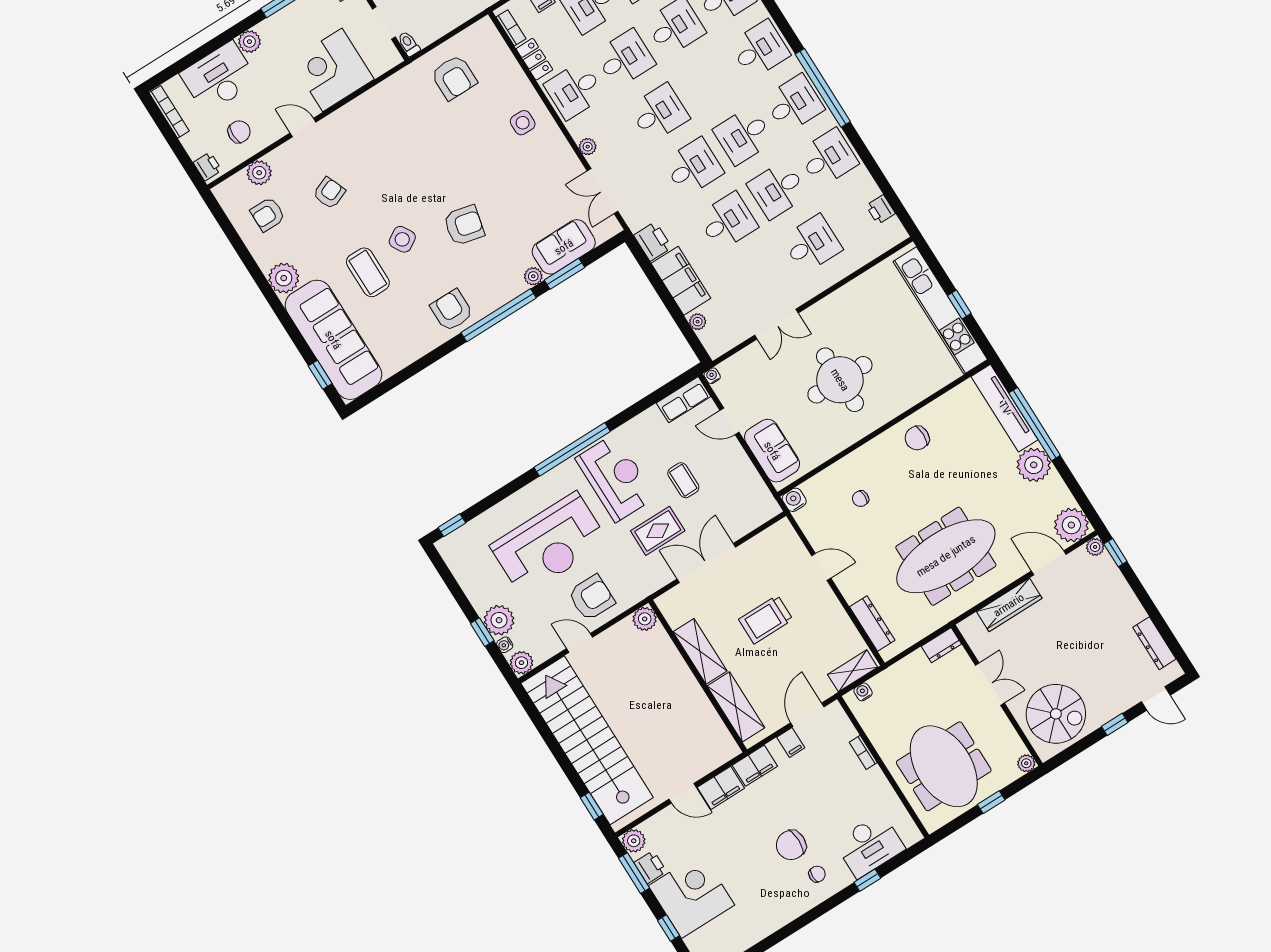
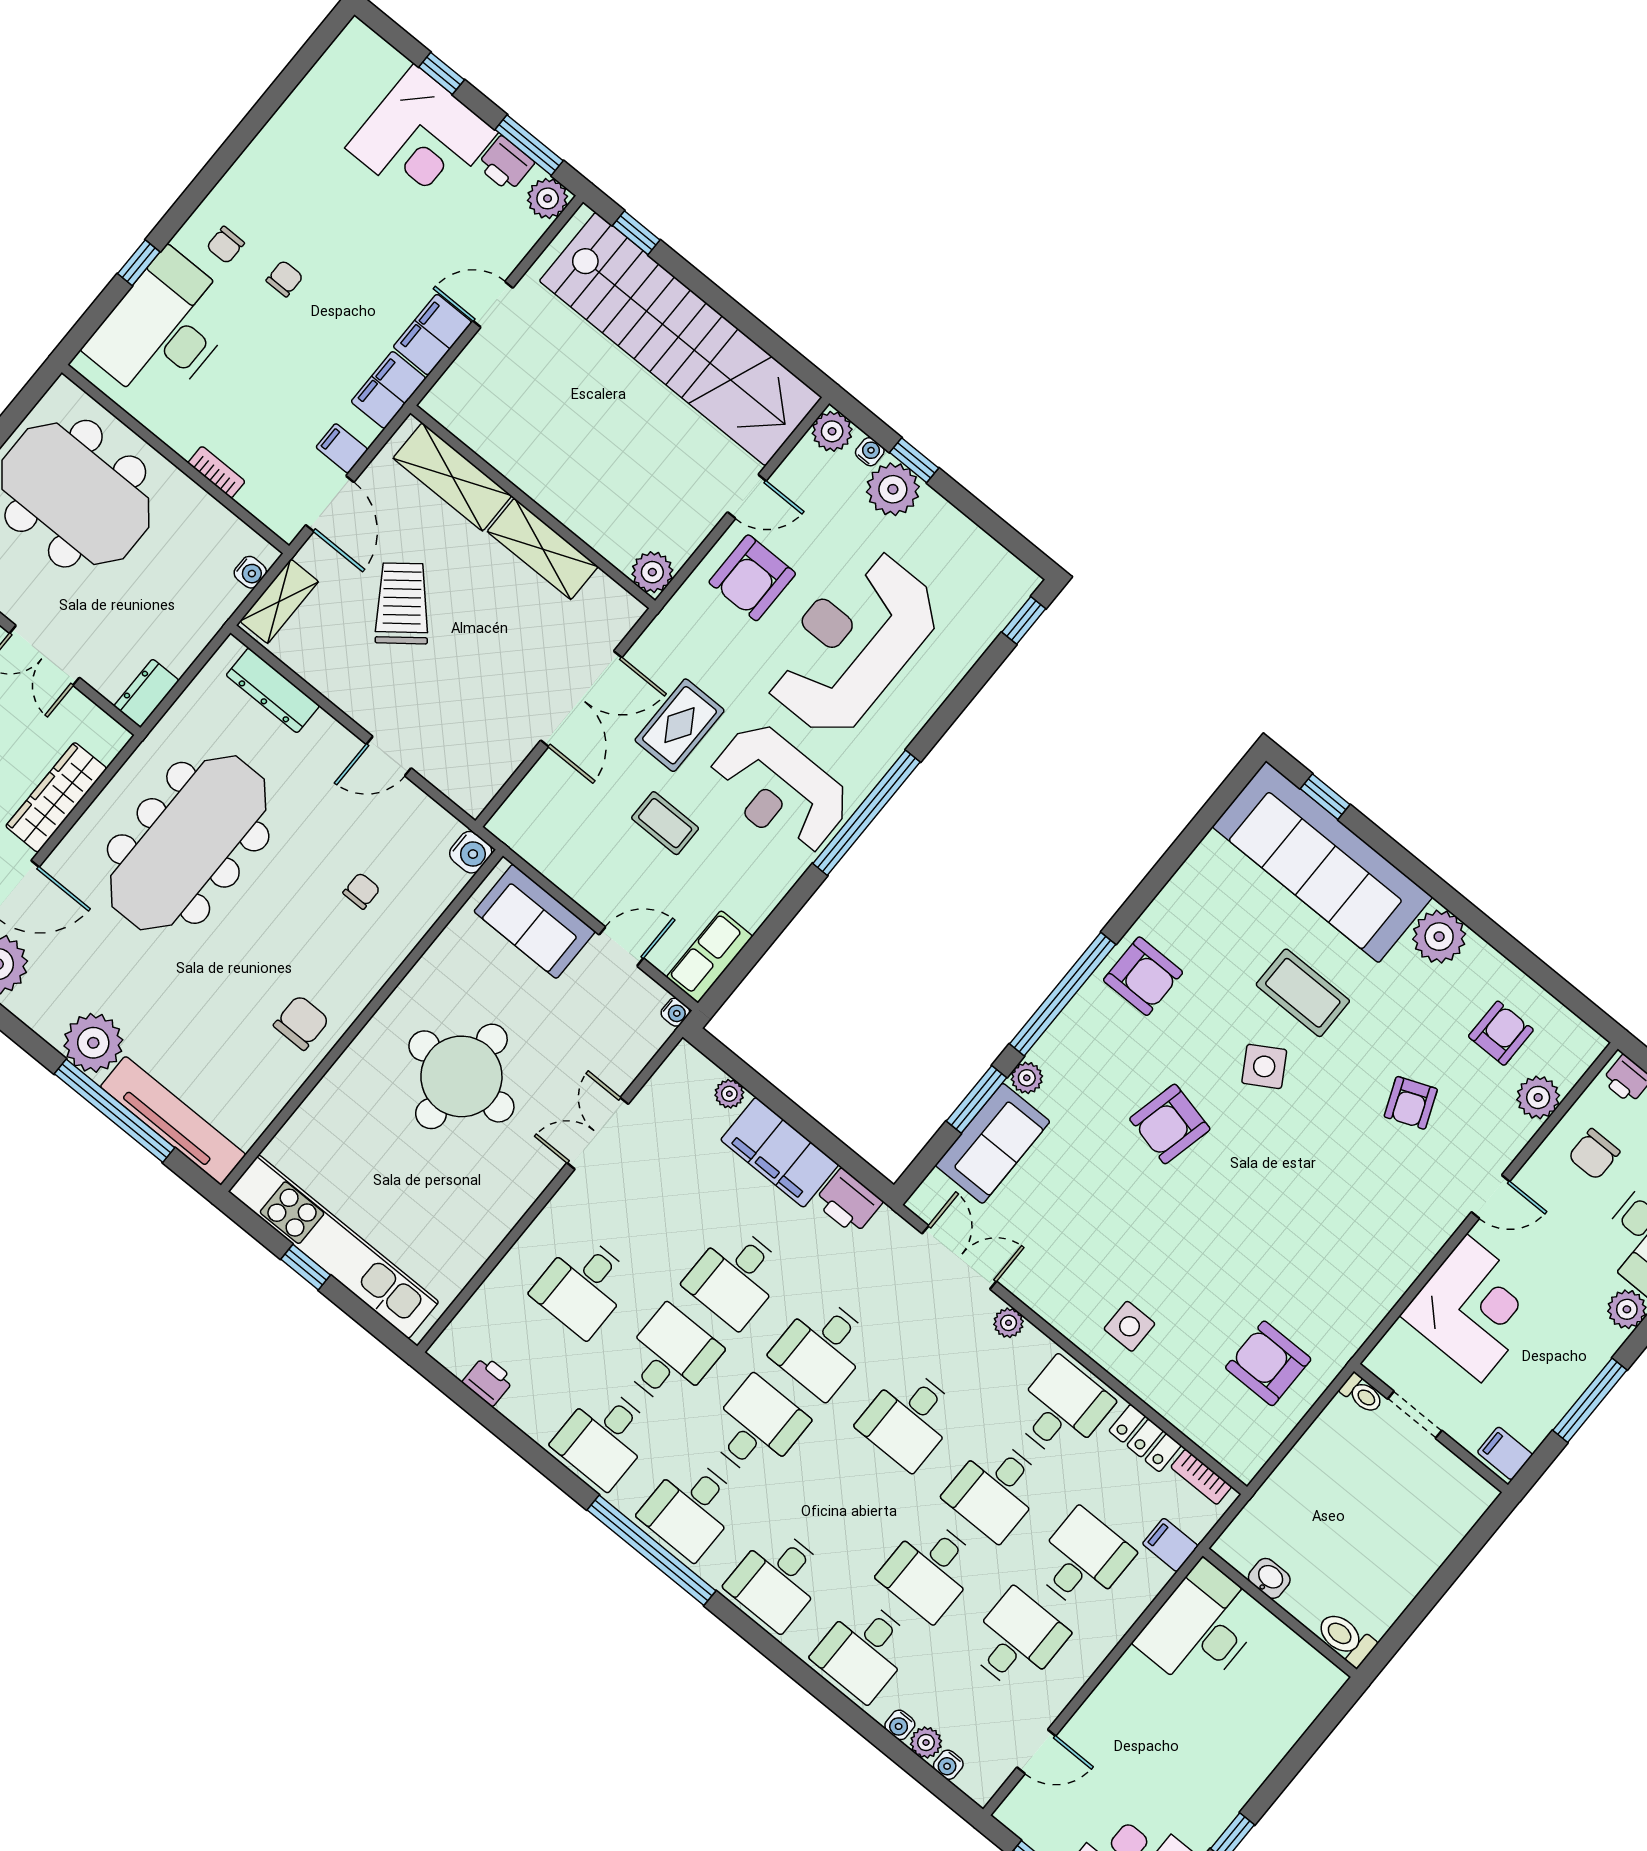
trolley: (766, 619) -> (402, 603), moved, turned -38
chair: (791, 845) -> (285, 279), width x0.54, depth x0.54
desk: (870, 845) -> (163, 329), width x1.36, depth x1.30

